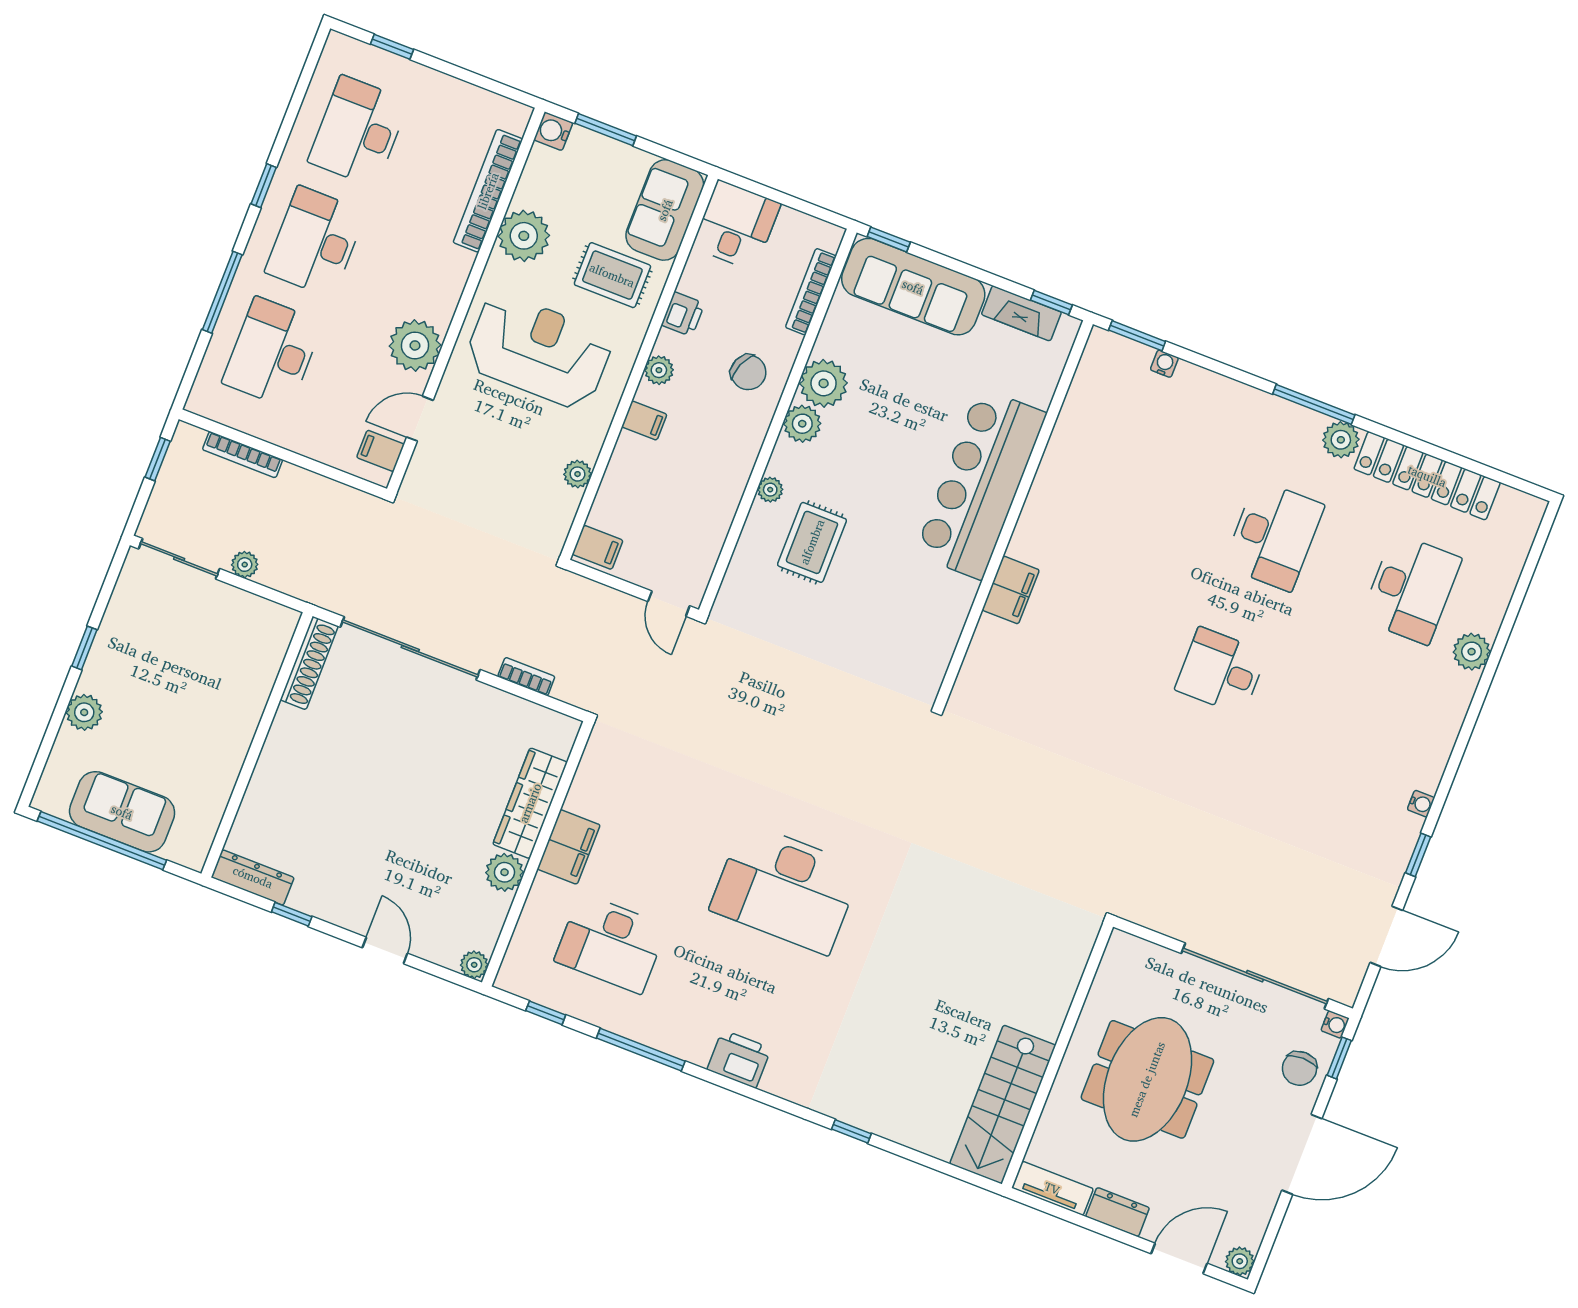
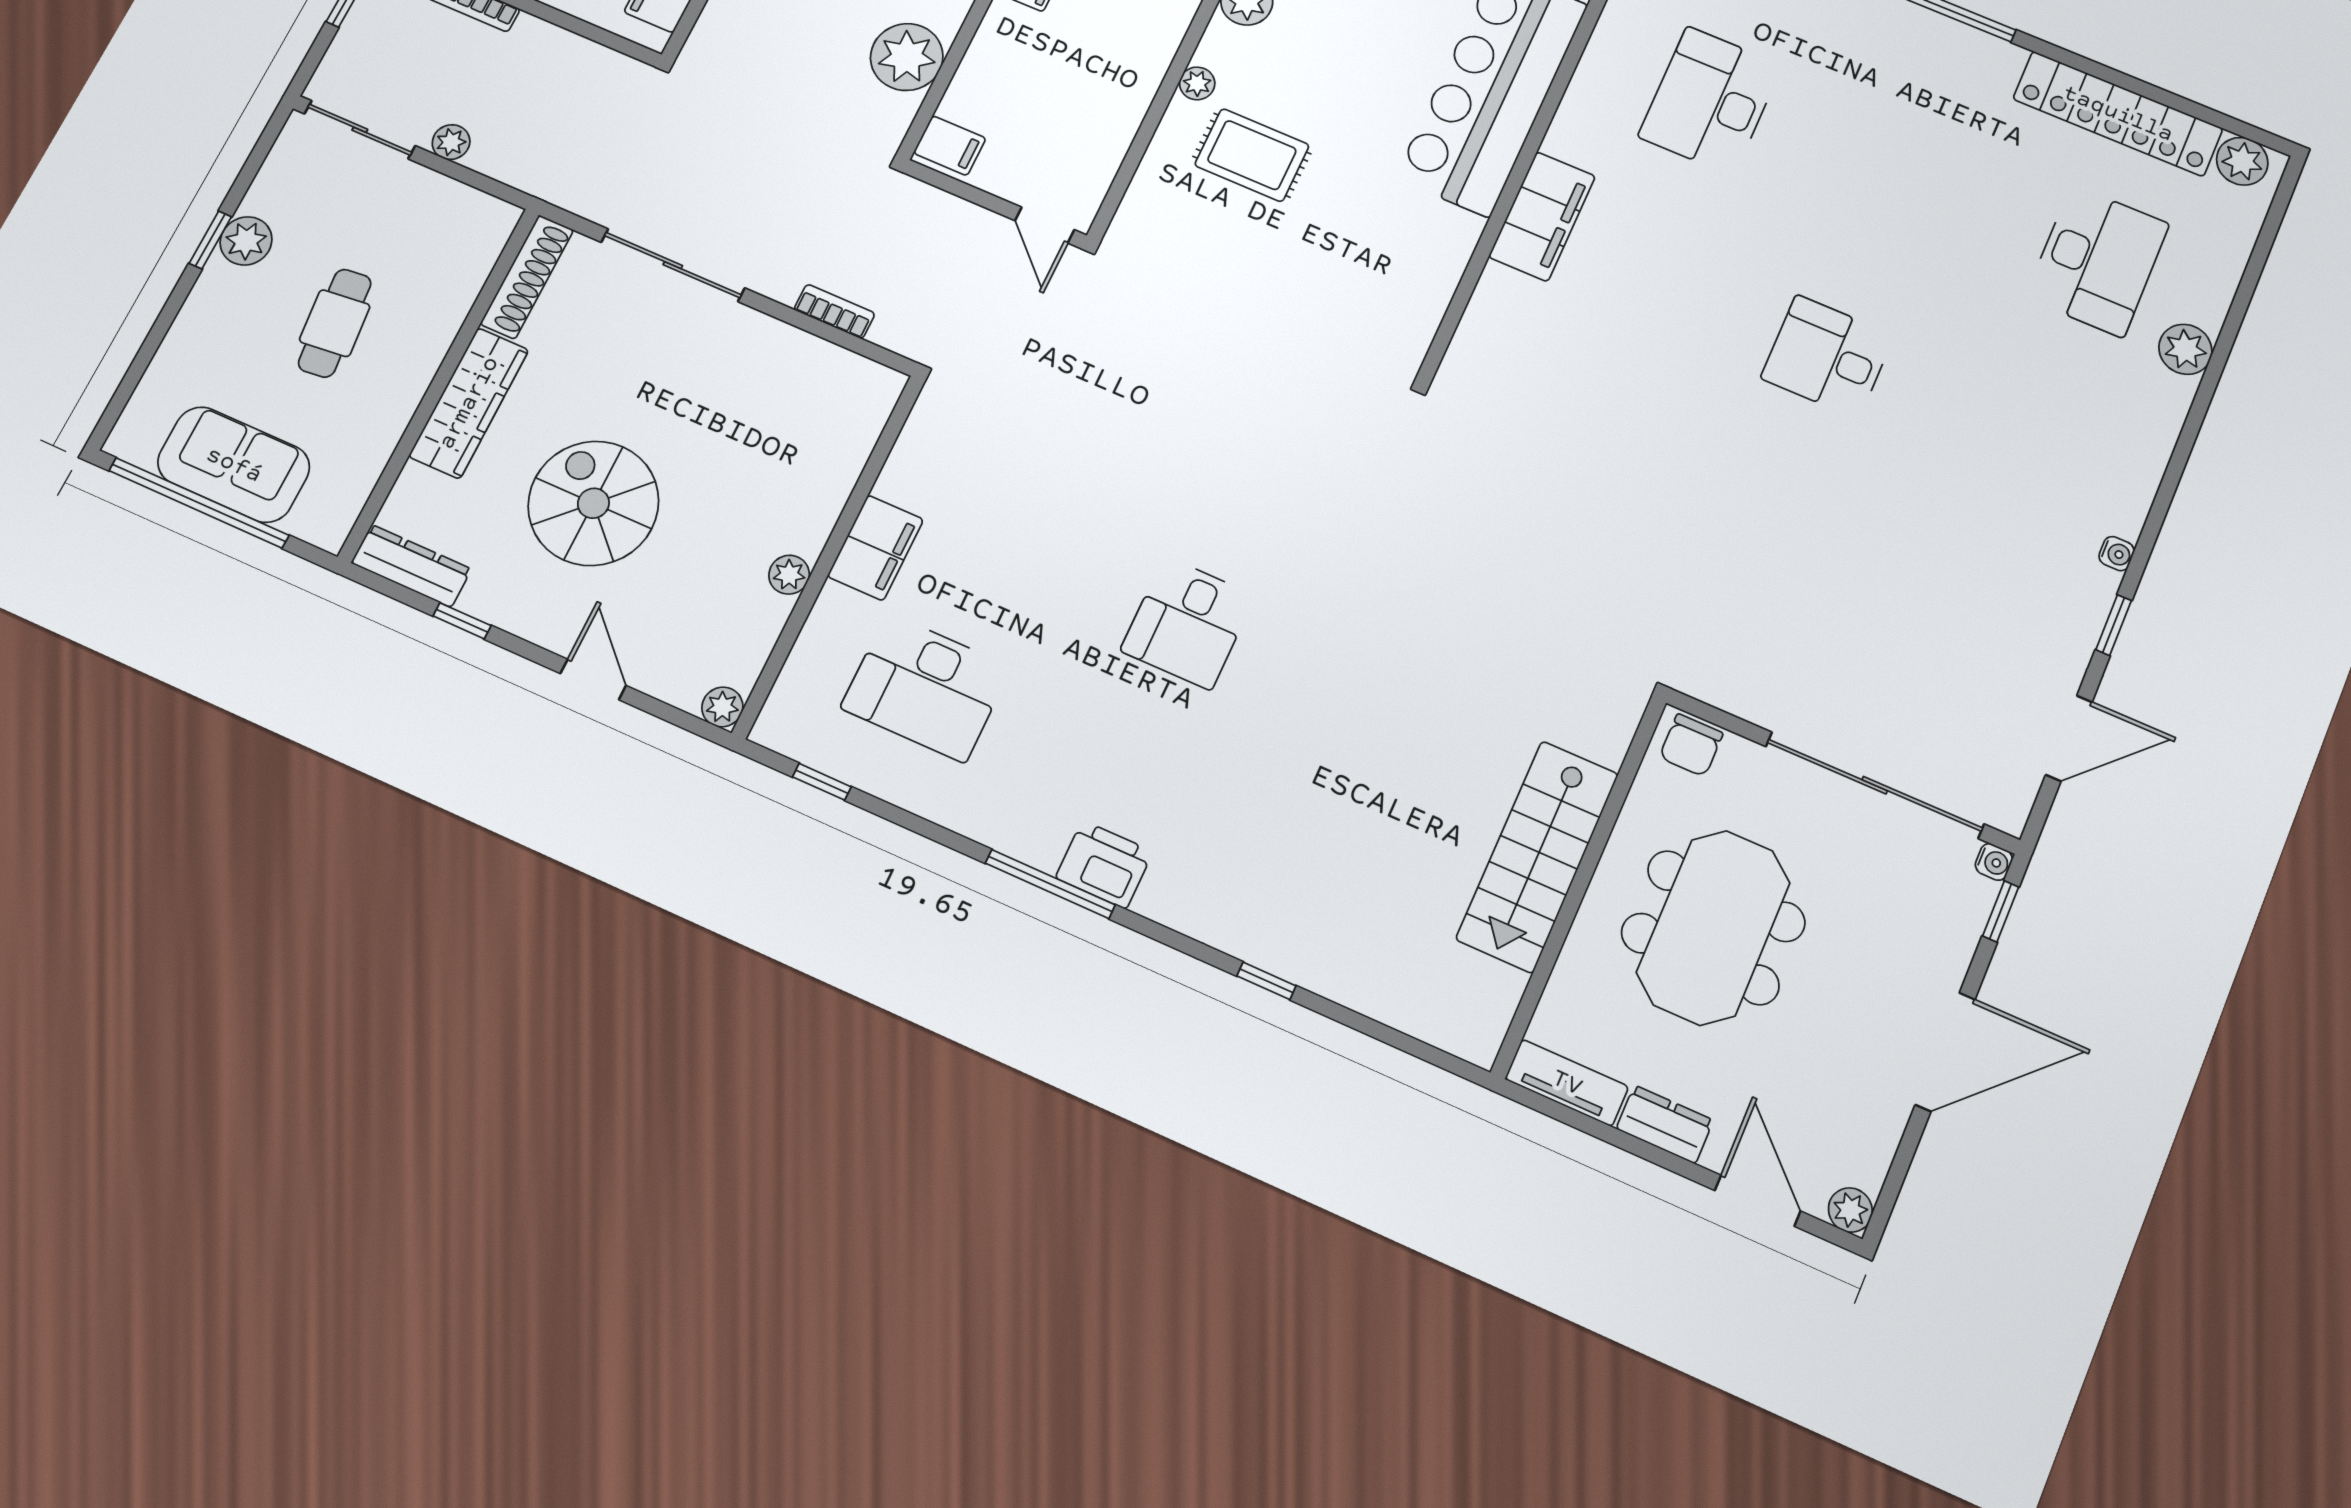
plant: (1341, 440) -> (2242, 161), moved
plant: (578, 474) -> (907, 57), width x1.88, depth x1.88
desk: (1274, 536) -> (1710, 101), moved, turned 180
rug: (812, 542) -> (1252, 155), turned 90
filing cabinet: (1011, 590) -> (1542, 216), width x1.50, depth x1.17
sliding door: (410, 648) -> (673, 265), width x0.73
cafe table: (179, 705) -> (335, 323), added
plant: (84, 712) -> (246, 241), moved
wardrobe: (530, 803) -> (469, 403), moved, turned 180
spiral stairs: (372, 826) -> (593, 503), added
plant: (504, 872) -> (789, 575), width x0.73, depth x0.73
desk: (786, 888) -> (1188, 623), width x0.53, depth x0.77
window: (641, 1050) -> (1050, 884), moved
chair: (1299, 1068) -> (1691, 745), moved
stairs: (1003, 1105) -> (1537, 856), moved
door: (1179, 1258) -> (1758, 1201), hinge flipped

